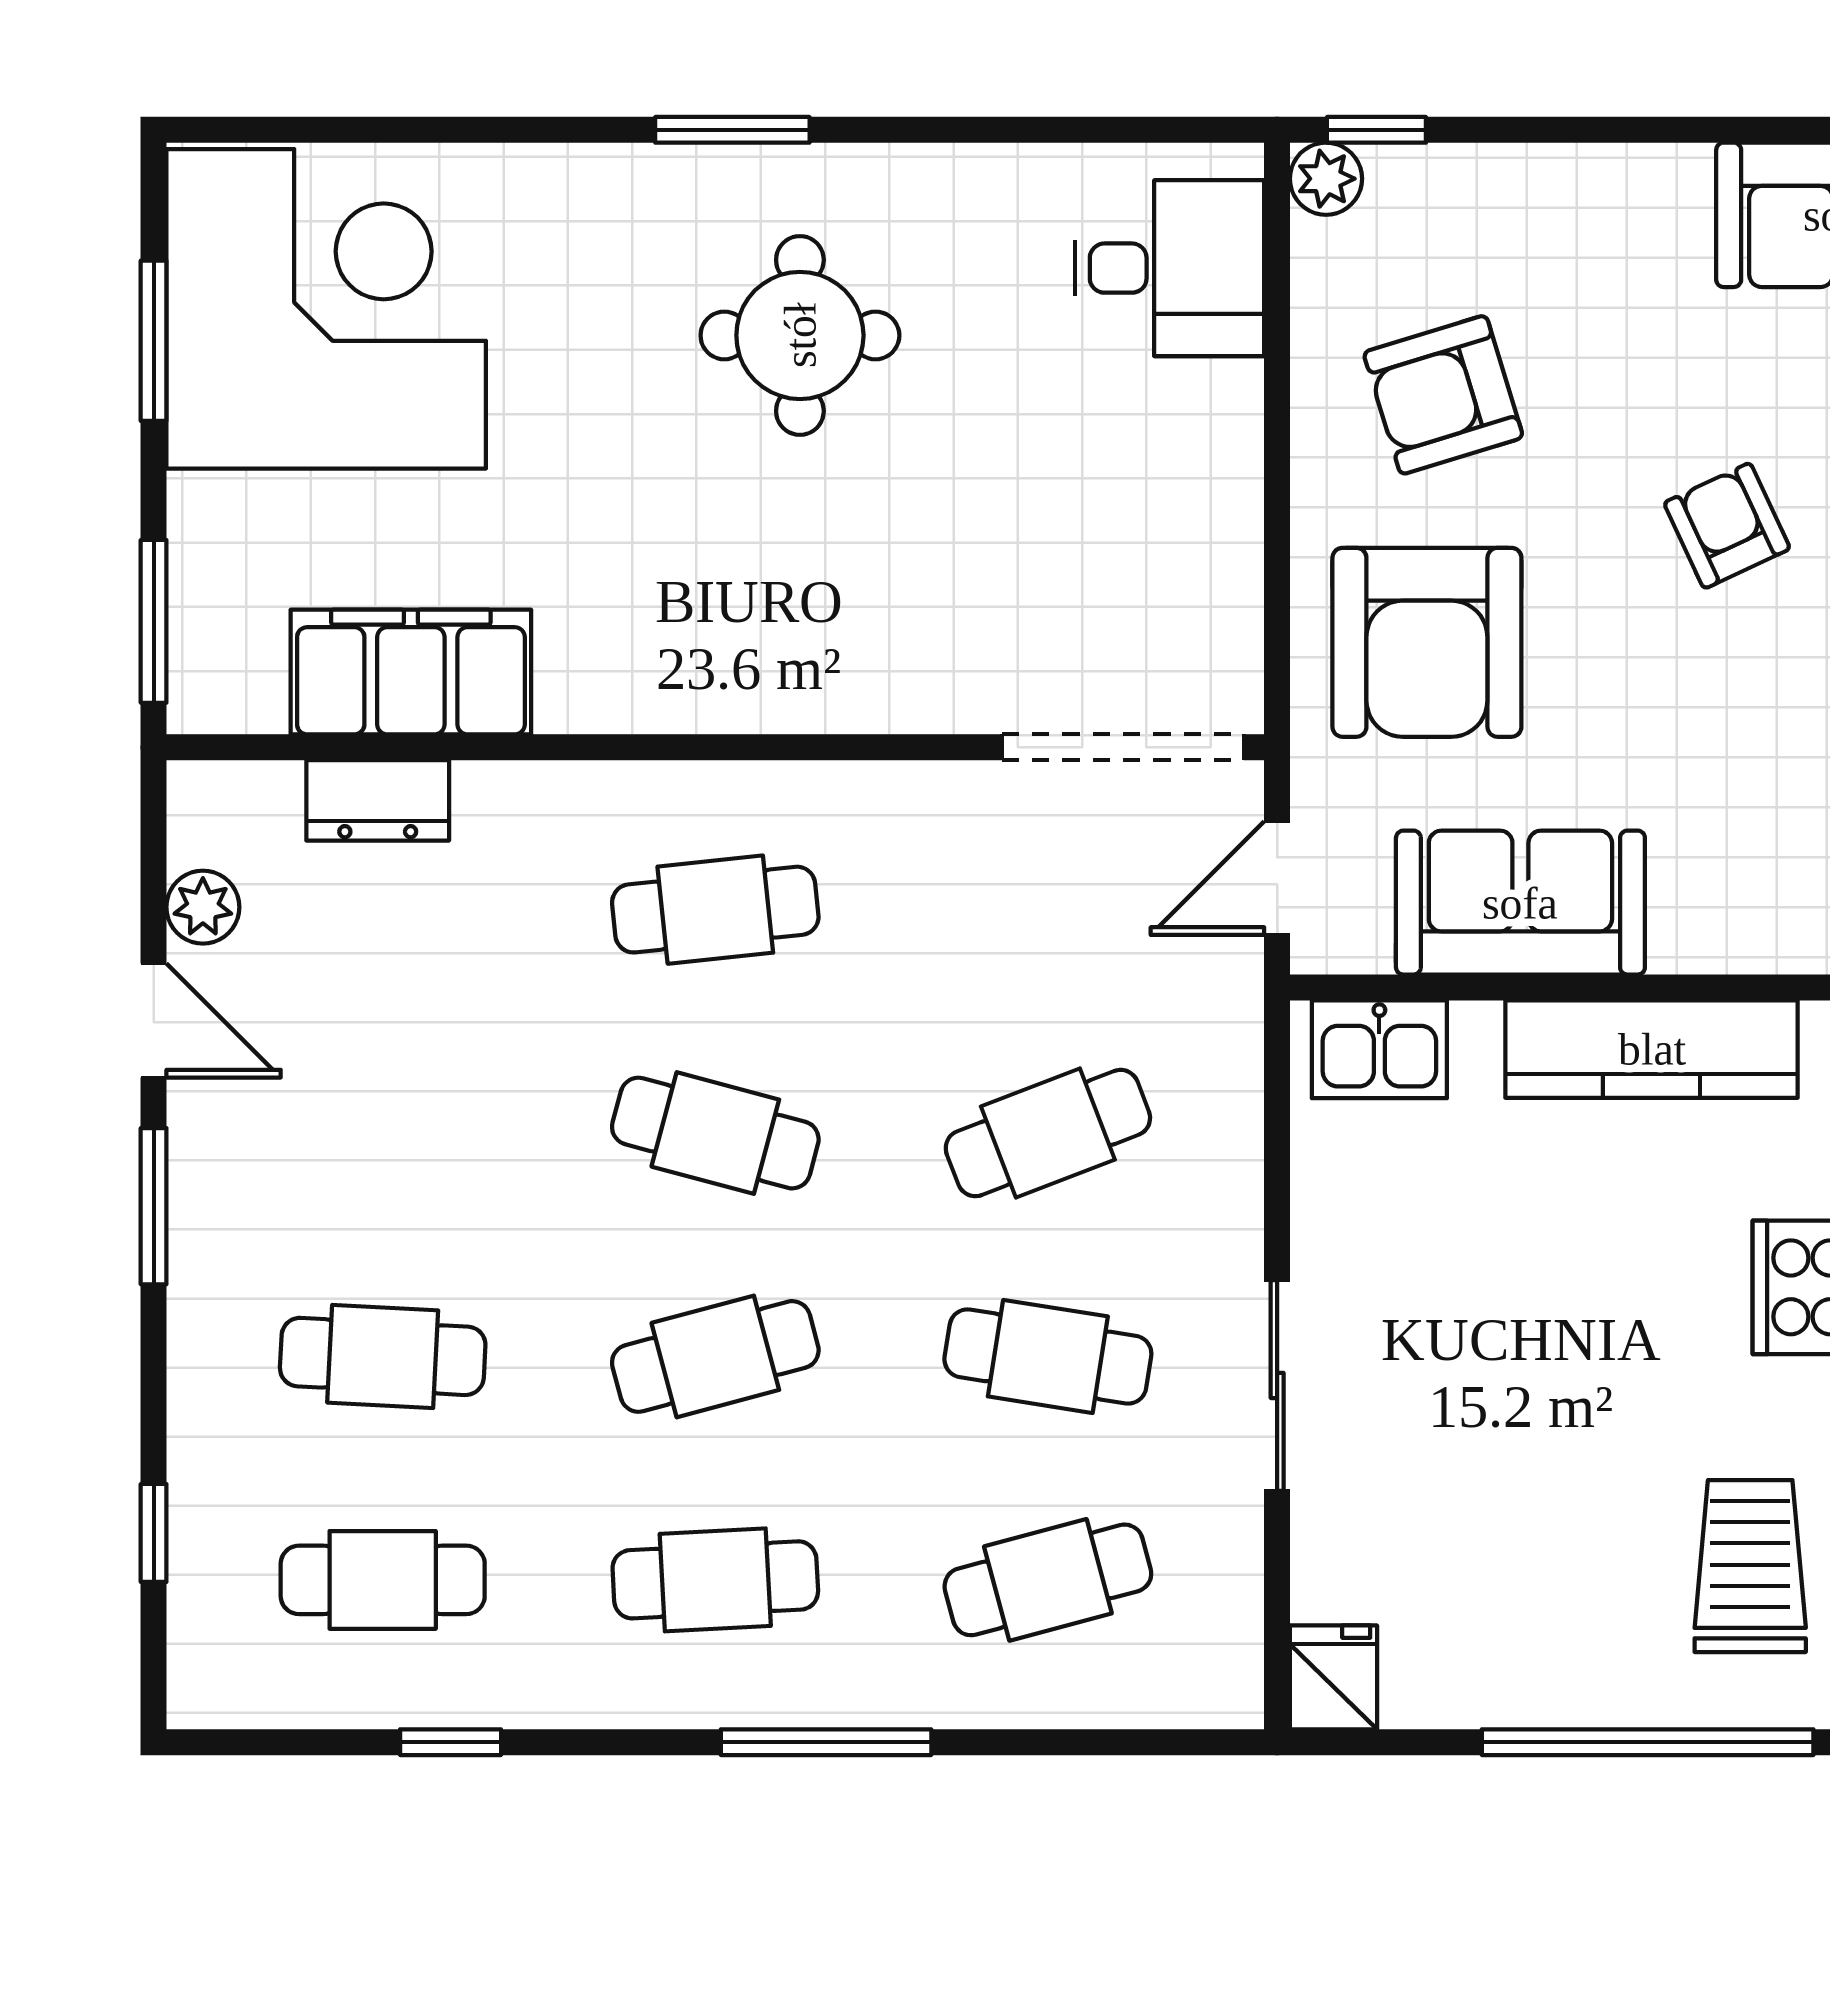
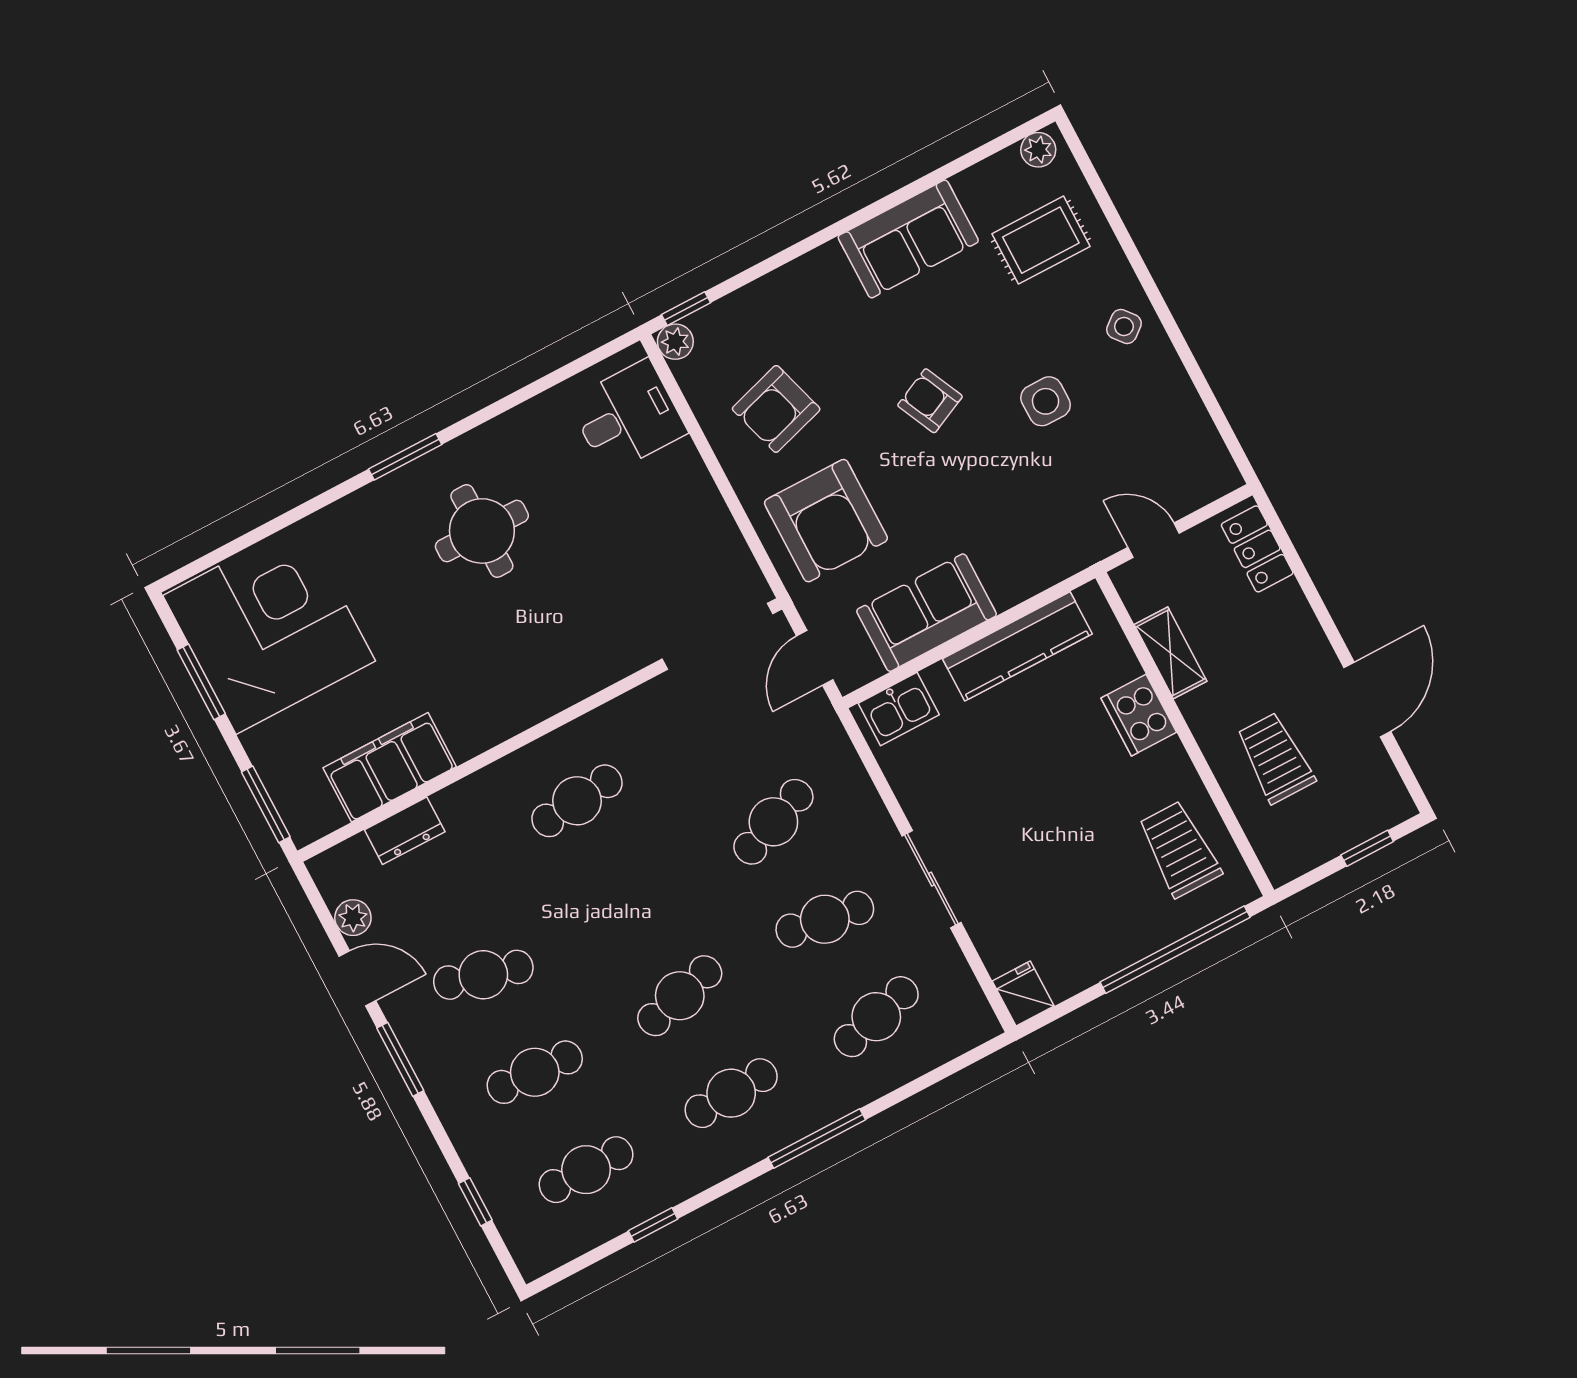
cafe table: (715, 1133) -> (483, 975), moved

